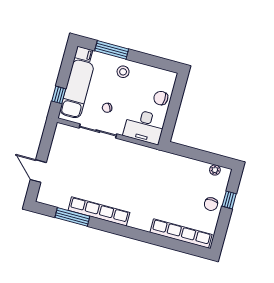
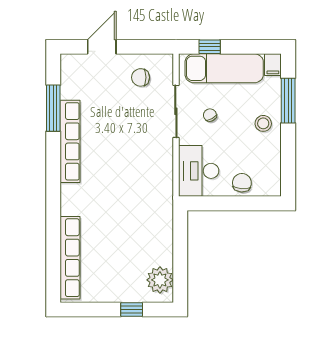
plant: (215, 170) -> (160, 280), width x1.88, depth x1.88
chair: (211, 204) -> (141, 77), moved

